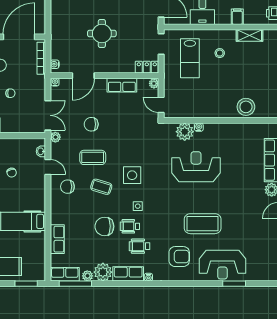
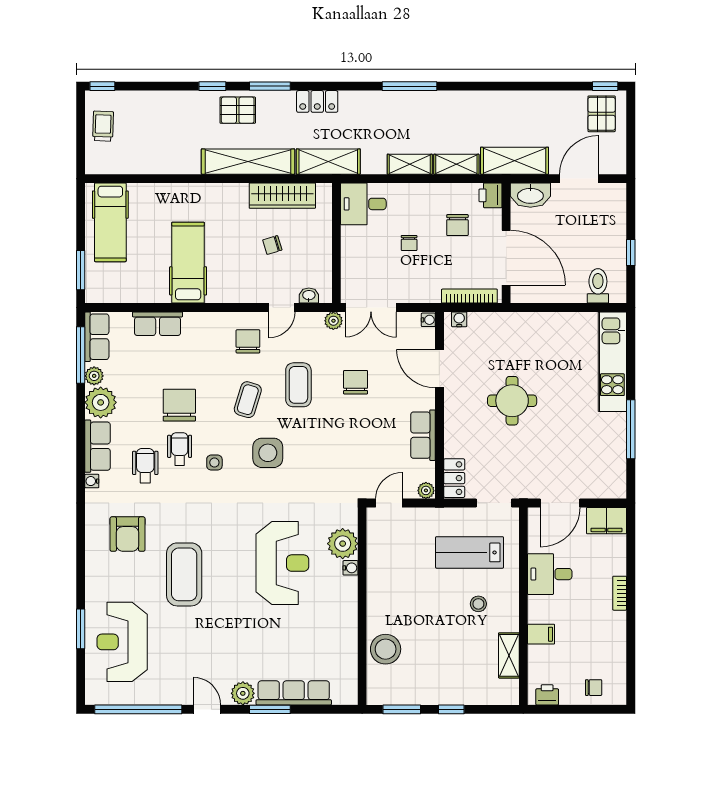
reception desk: (222, 265) -> (122, 642), moved

